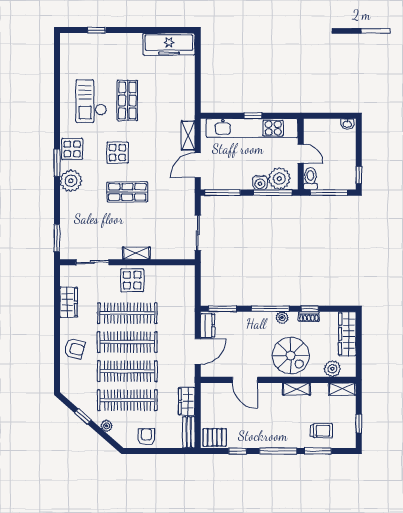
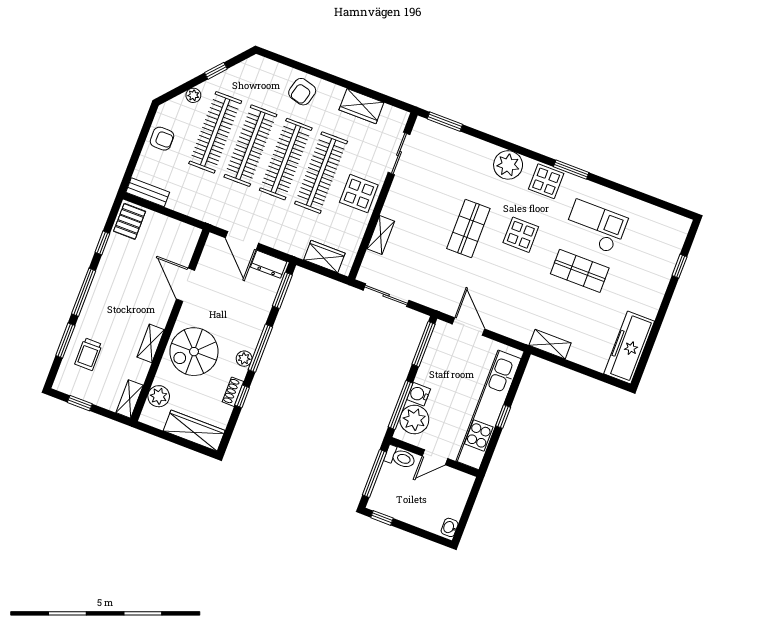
shelving: (188, 135) -> (550, 344), moved
window: (57, 163) -> (571, 170), moved
shelving: (136, 253) -> (381, 235), moved
door: (245, 380) -> (186, 285), hinge flipped
wardrobe: (187, 401) -> (324, 256), moved

